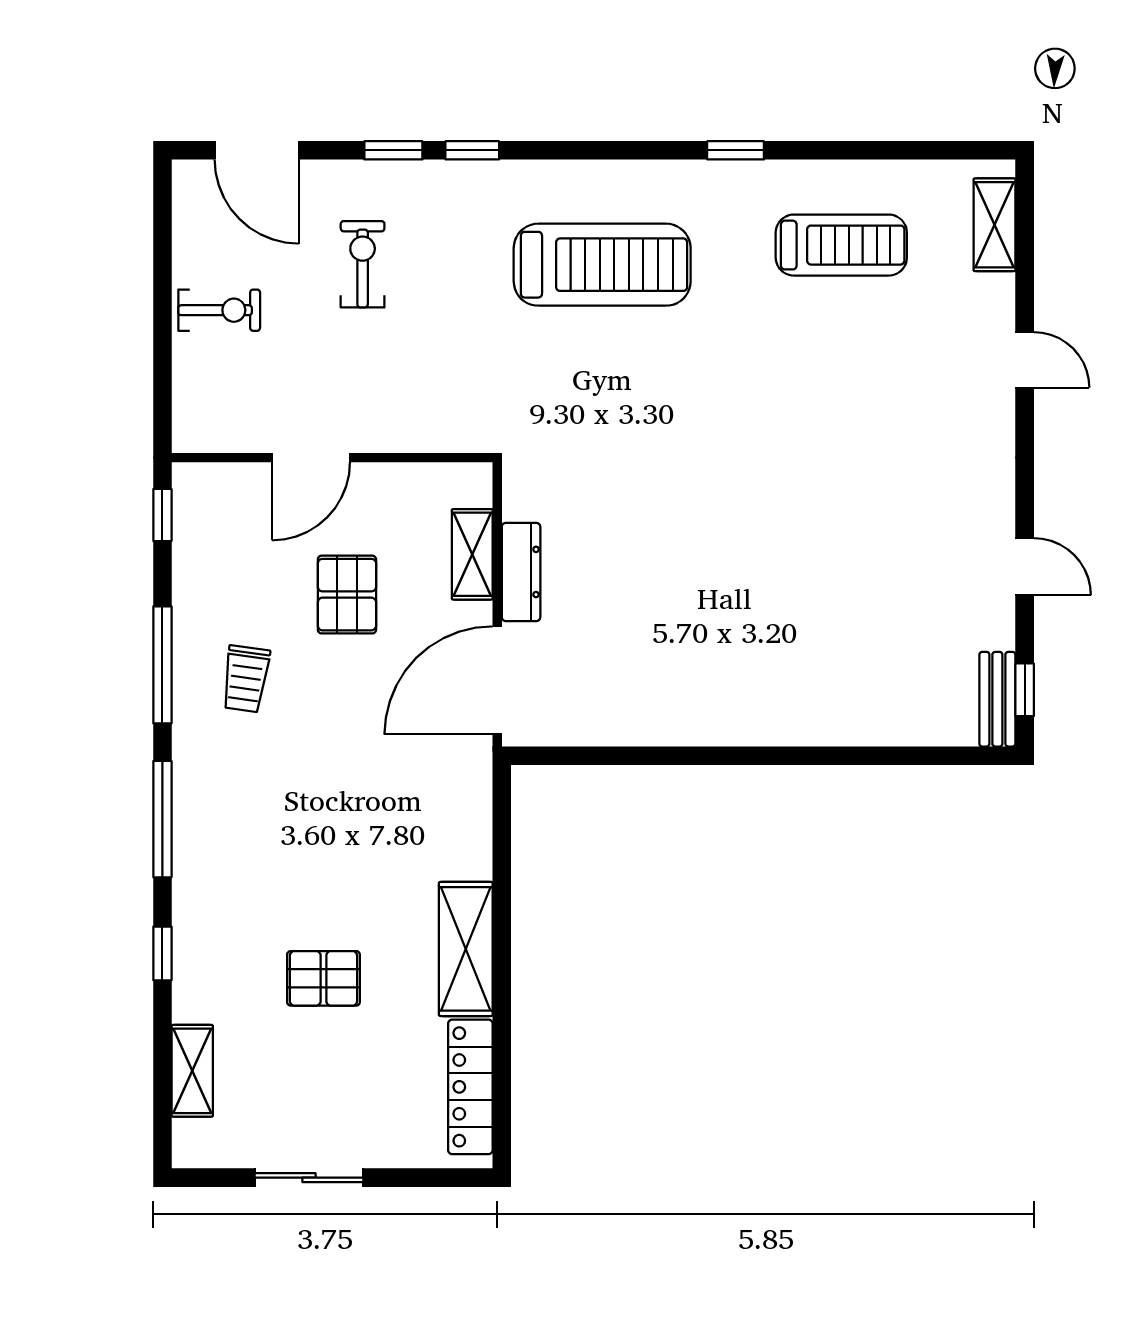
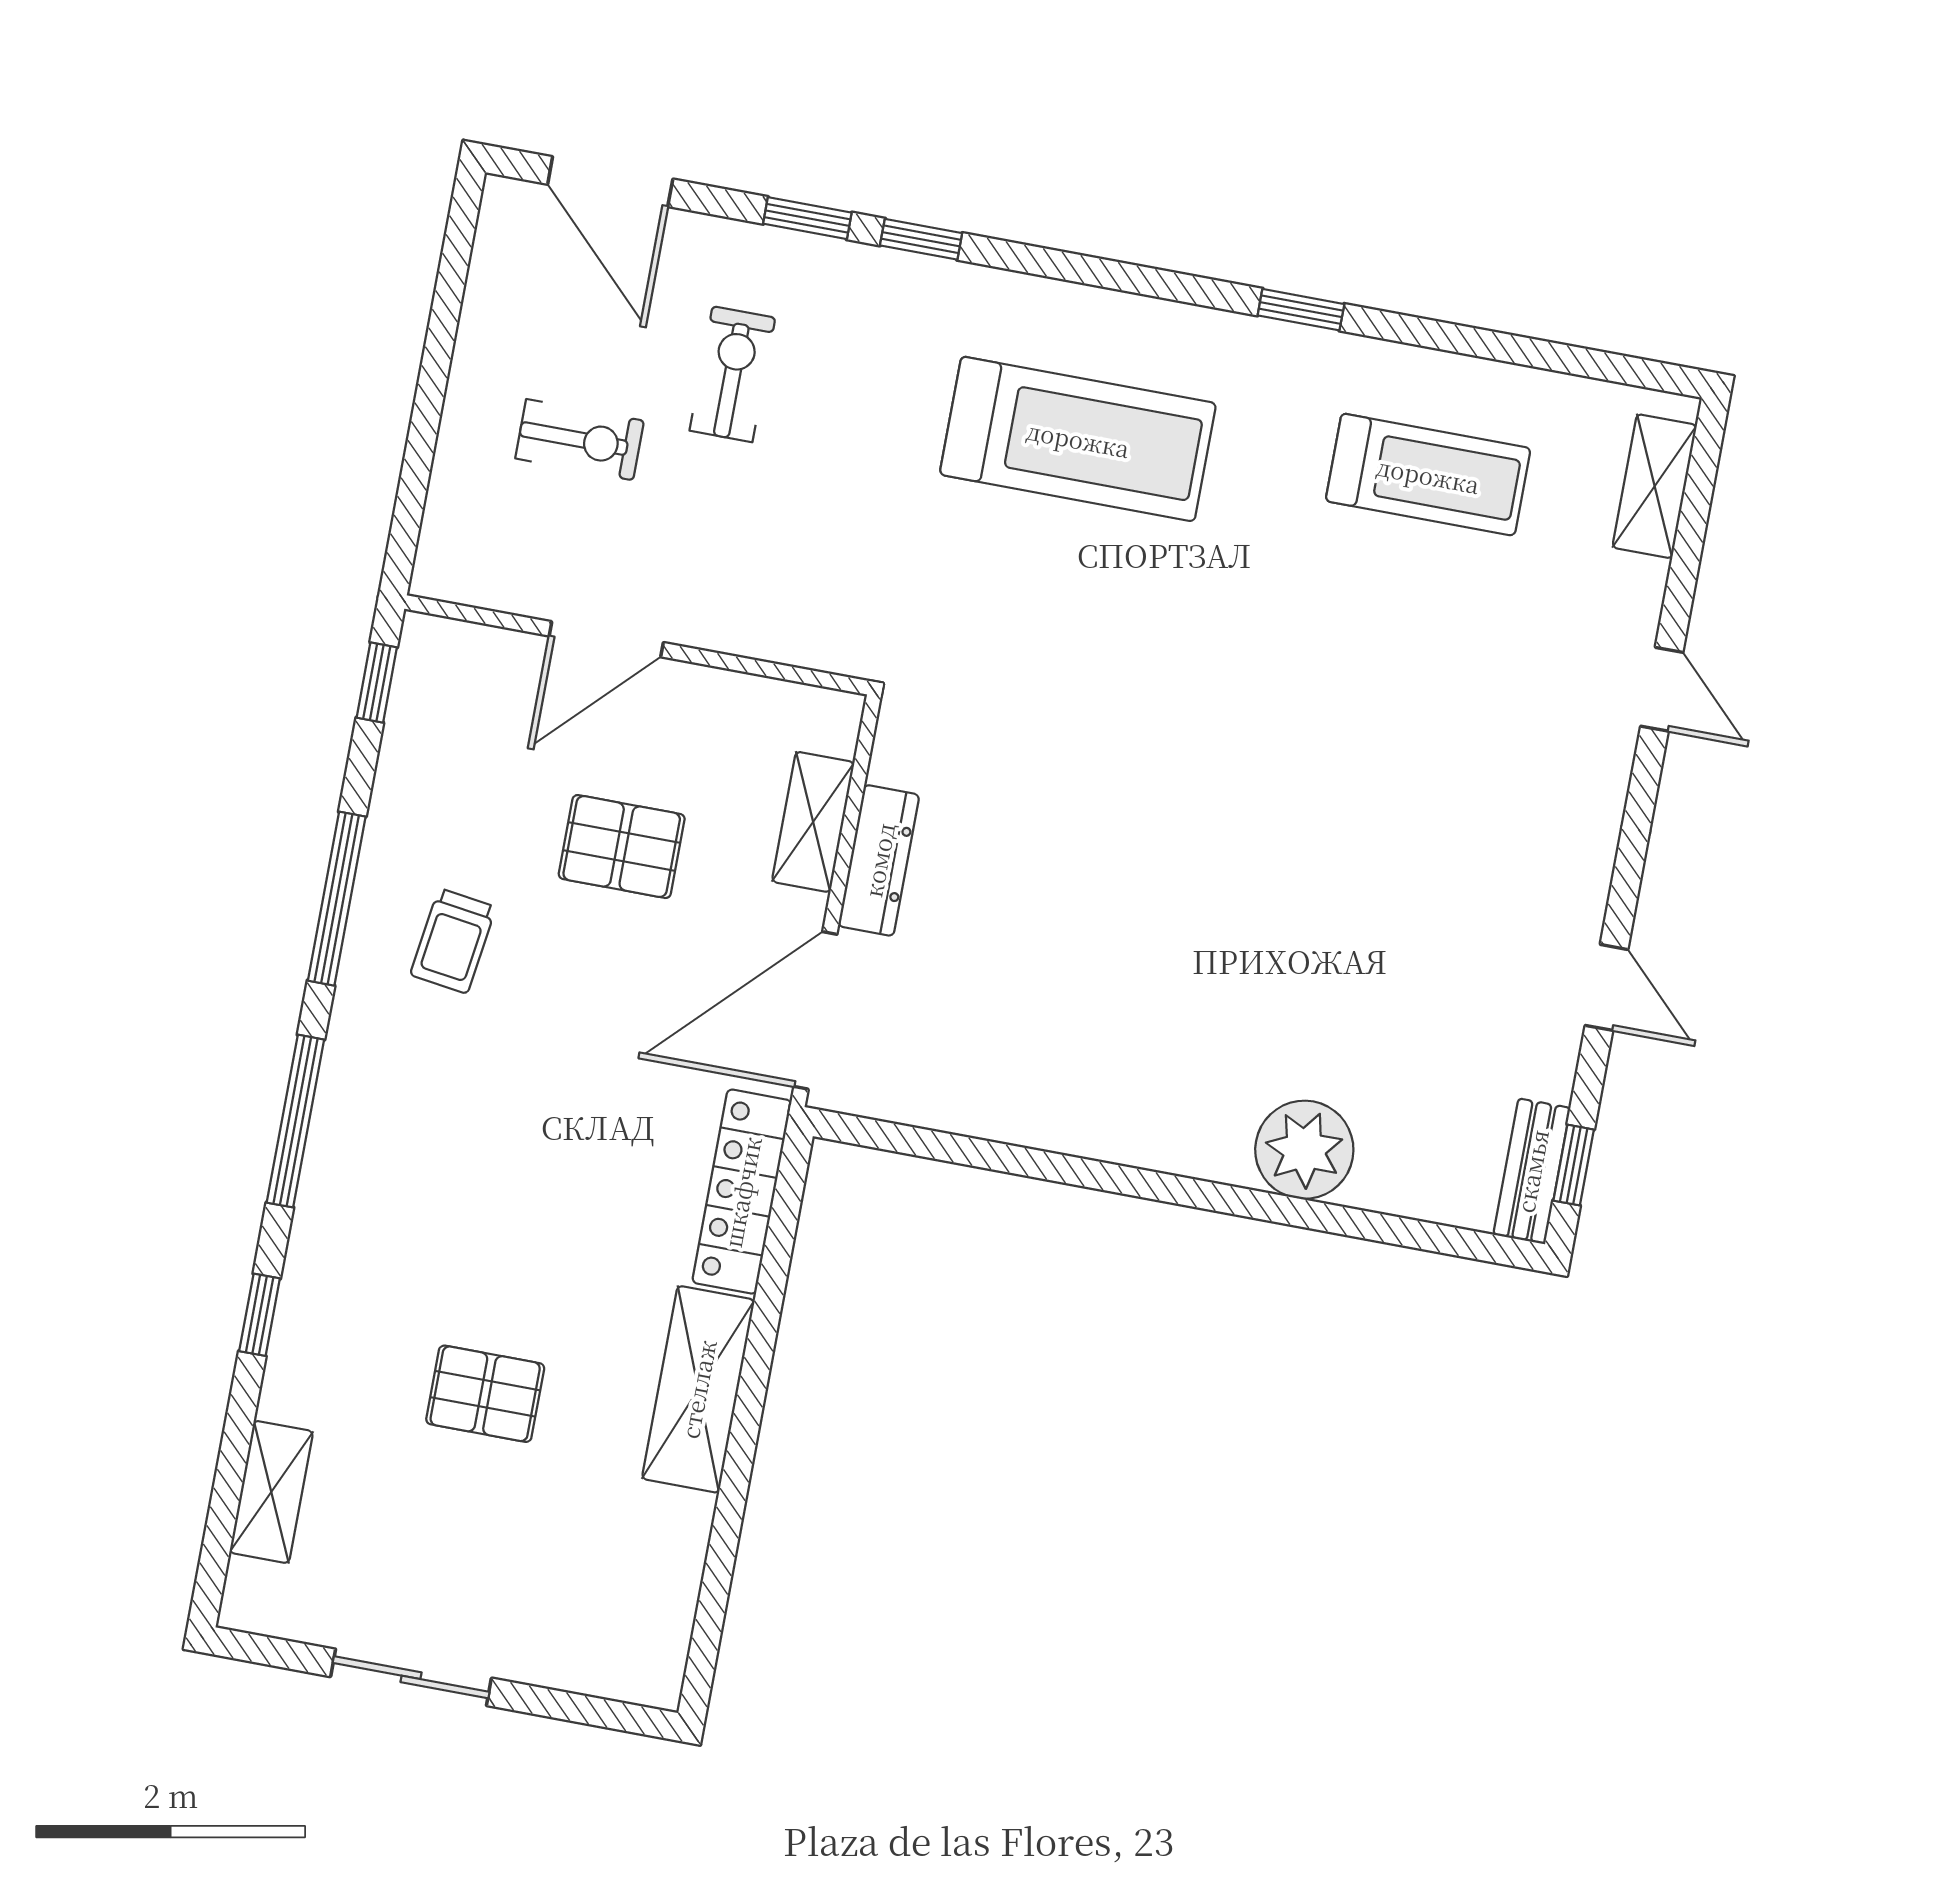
exercise bike: (219, 310) -> (580, 440), moved
pallet: (347, 595) -> (622, 847), turned 90
plant: (842, 713) -> (1304, 1150), added
locker: (470, 1087) -> (742, 1192), moved

